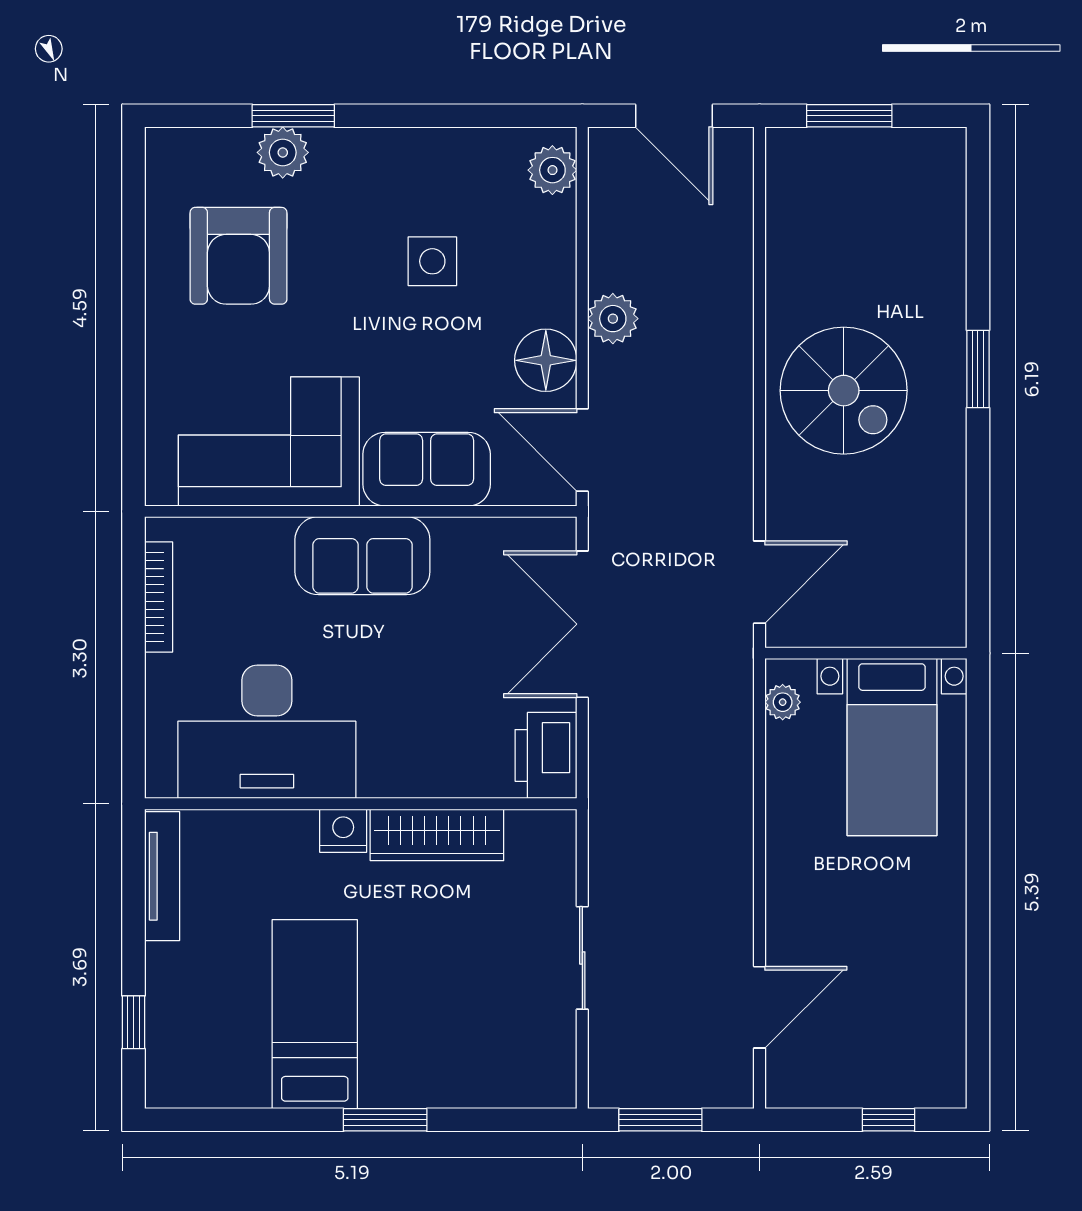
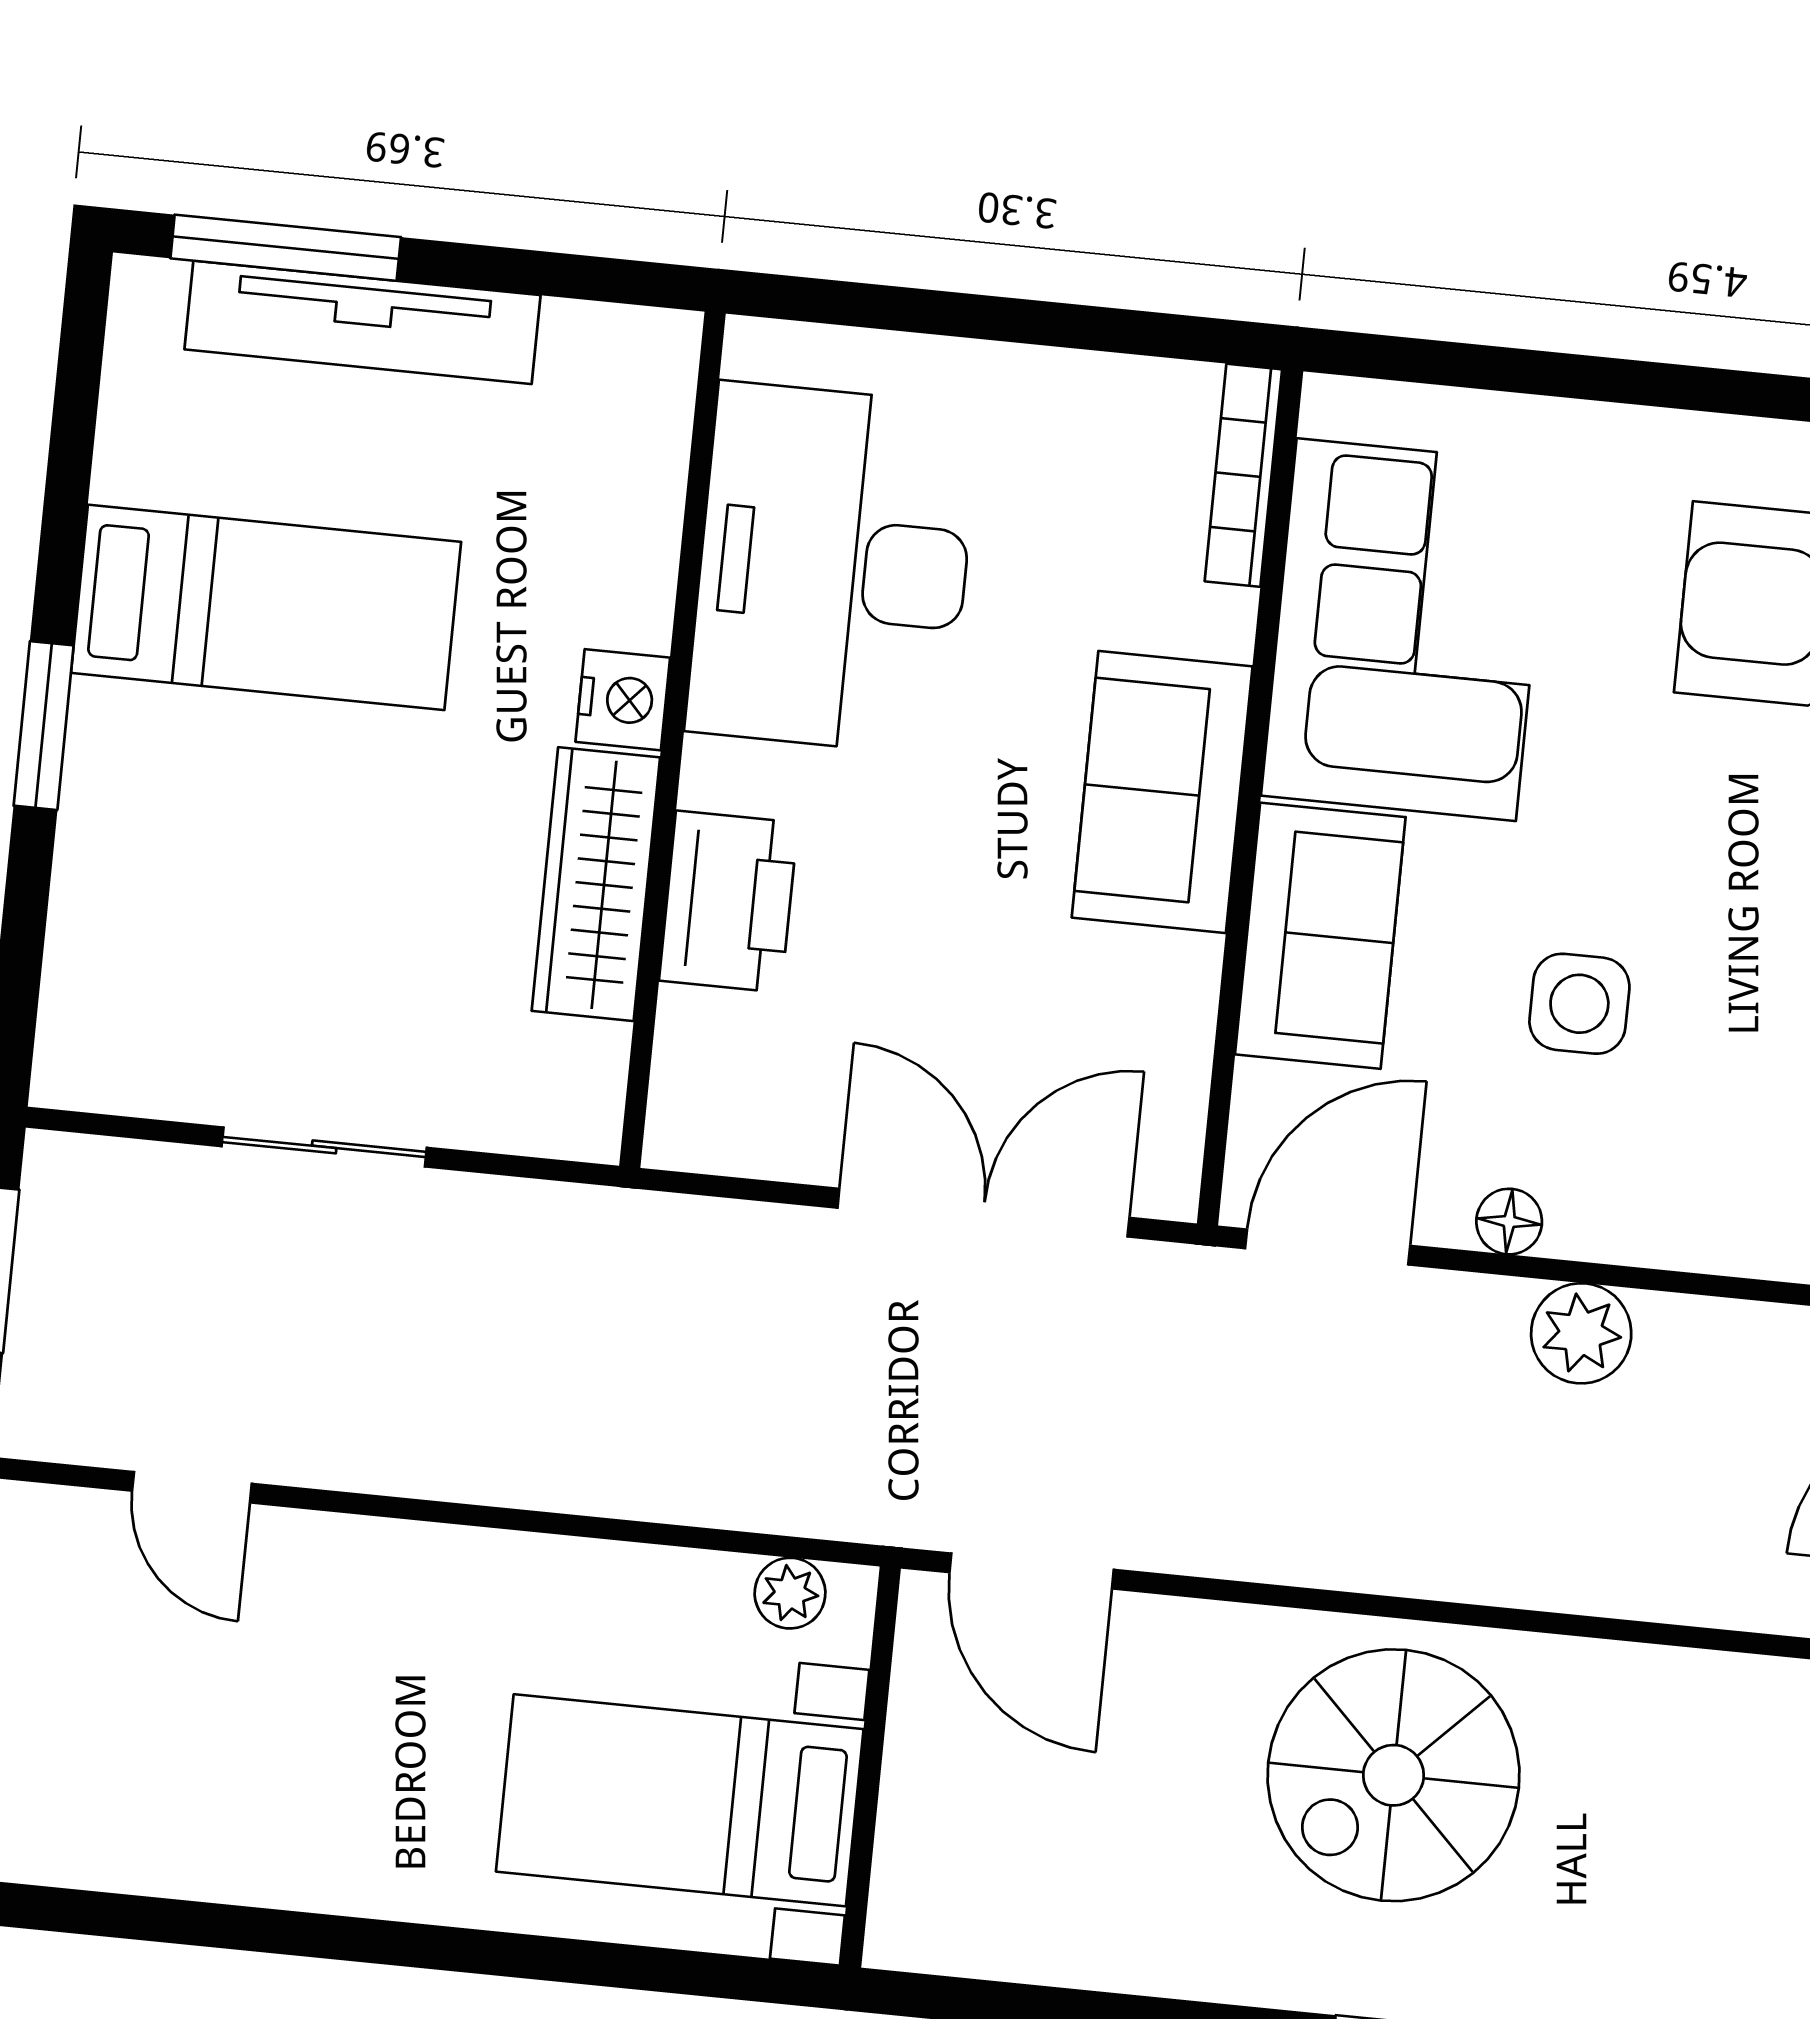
side table: (432, 261) -> (1579, 1004), moved
floor lamp: (546, 360) -> (1509, 1222), width x0.53, depth x0.53
bookcase: (159, 597) -> (1243, 475), moved, turned 90
printer: (546, 755) -> (729, 902), moved, turned 90
tv unit: (162, 876) -> (363, 322), moved, width x1.36, depth x1.29
door: (760, 1007) -> (192, 1487), width x0.73
window: (133, 1022) -> (286, 248), width x2.17

